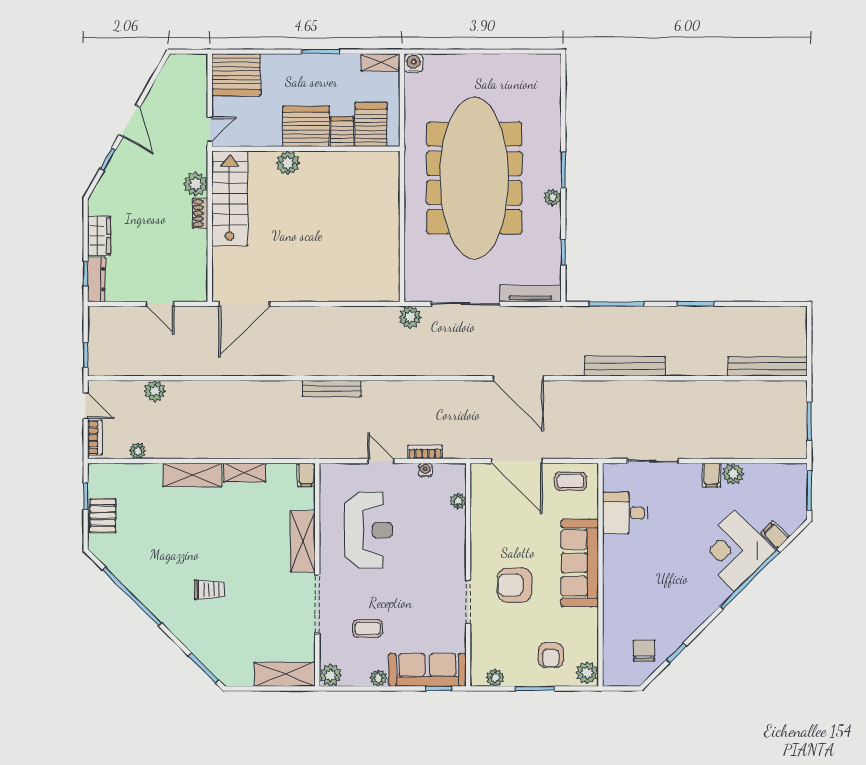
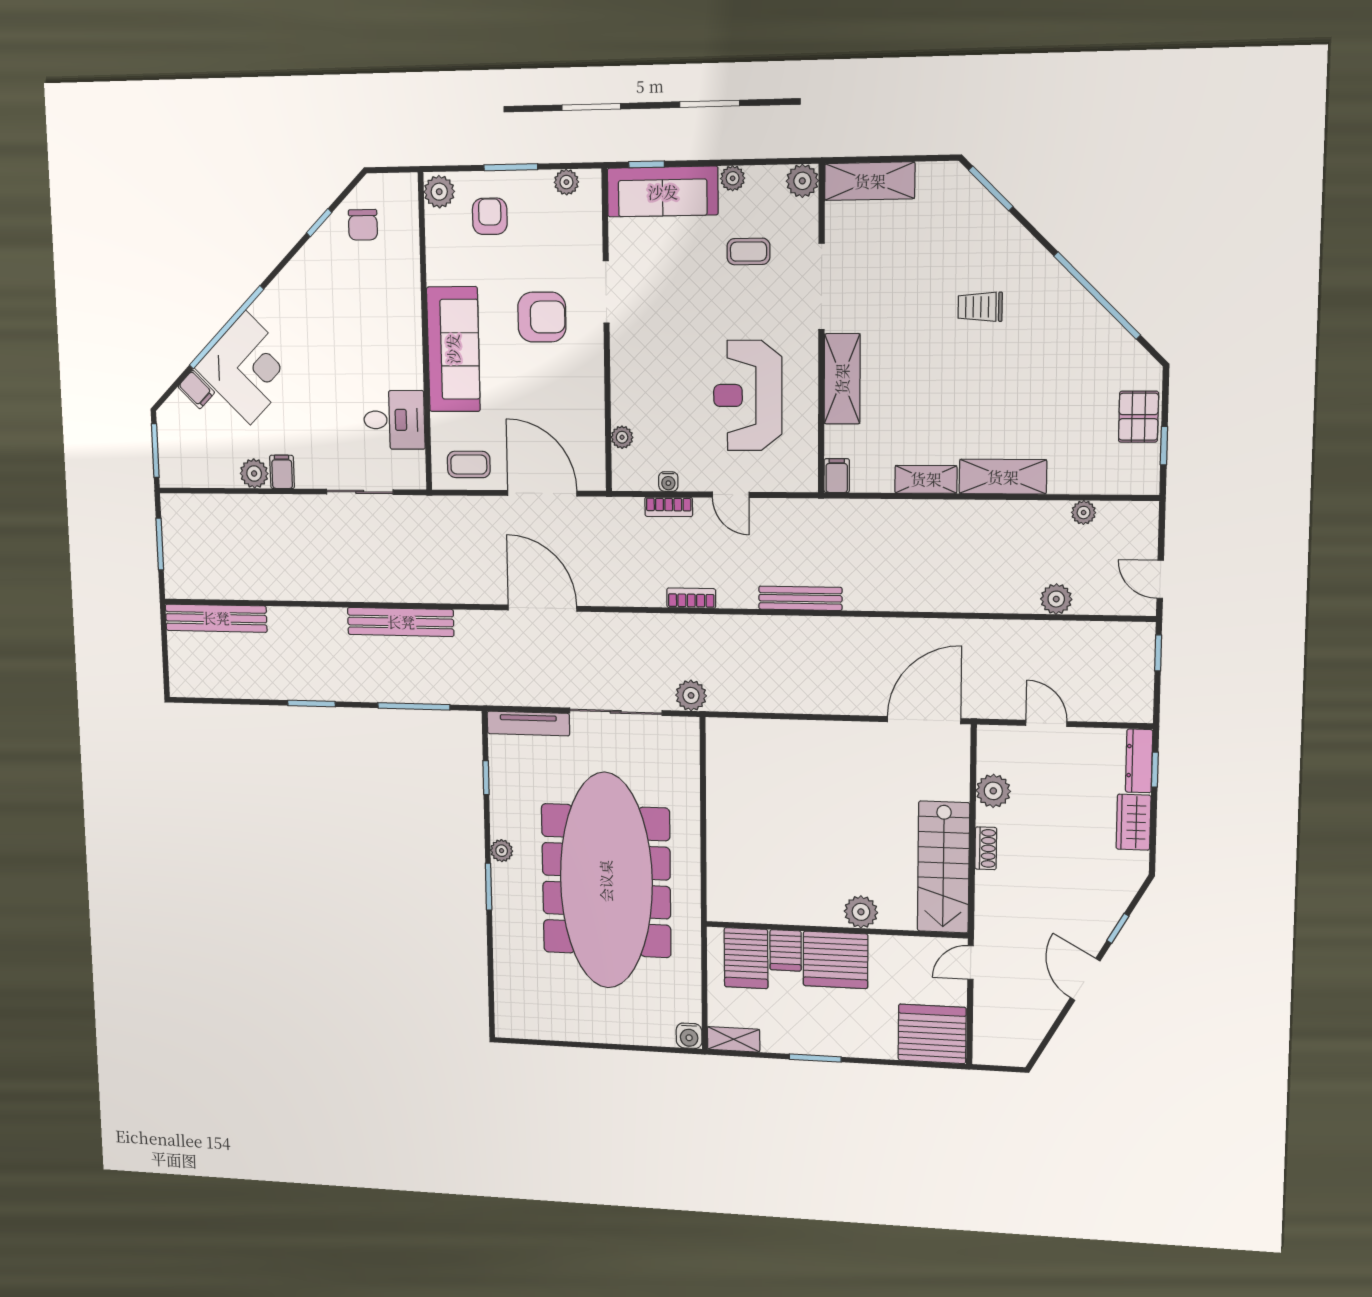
plant: (196, 184) -> (993, 791), moved
bookcase: (95, 438) -> (691, 598), moved, turned 90

